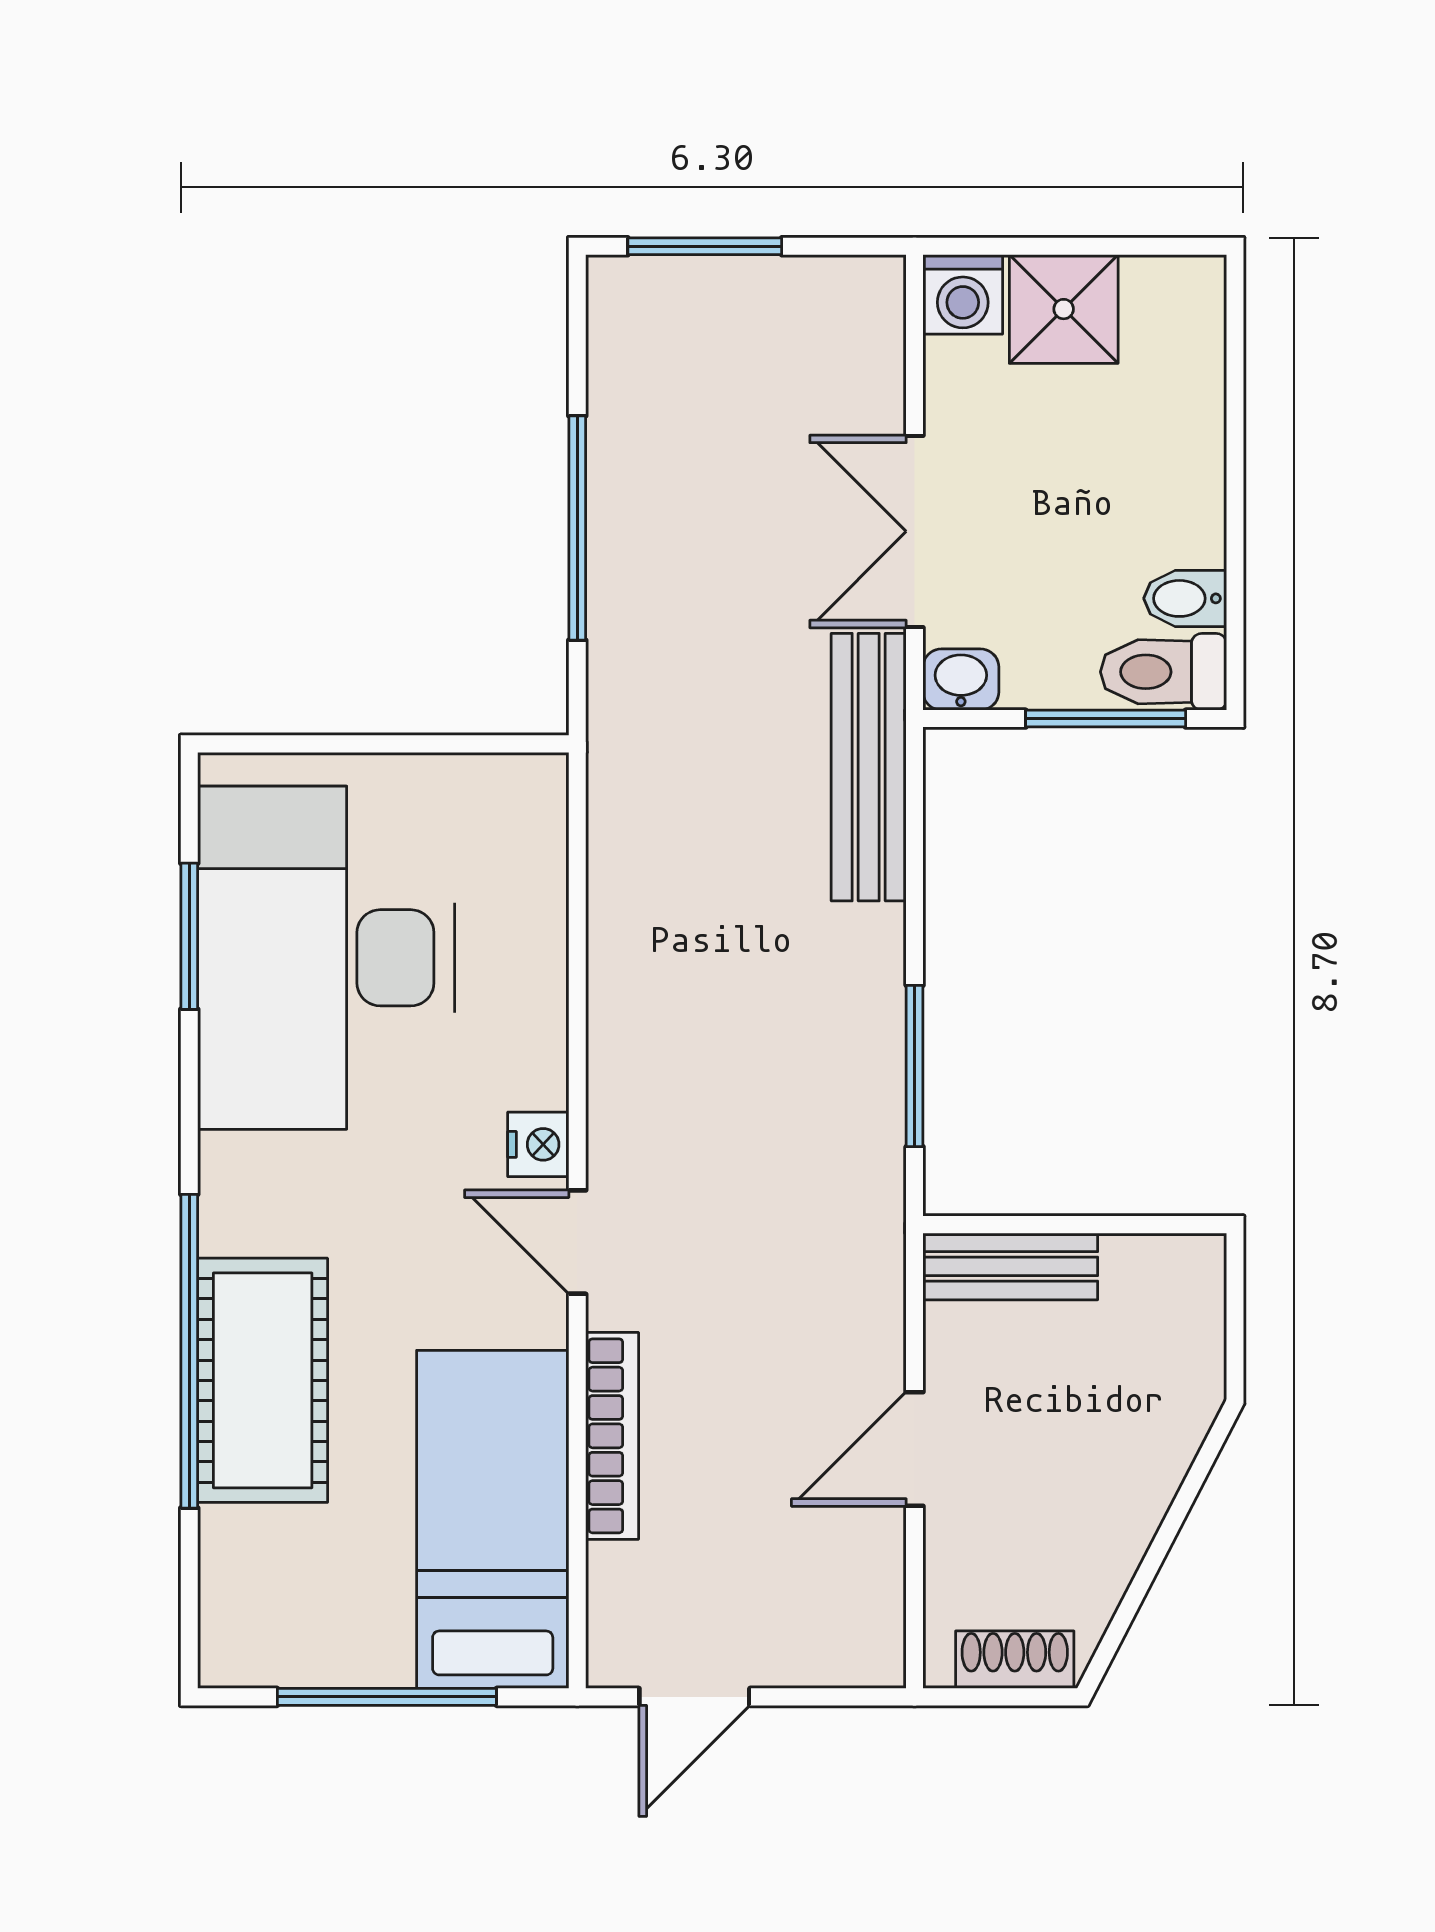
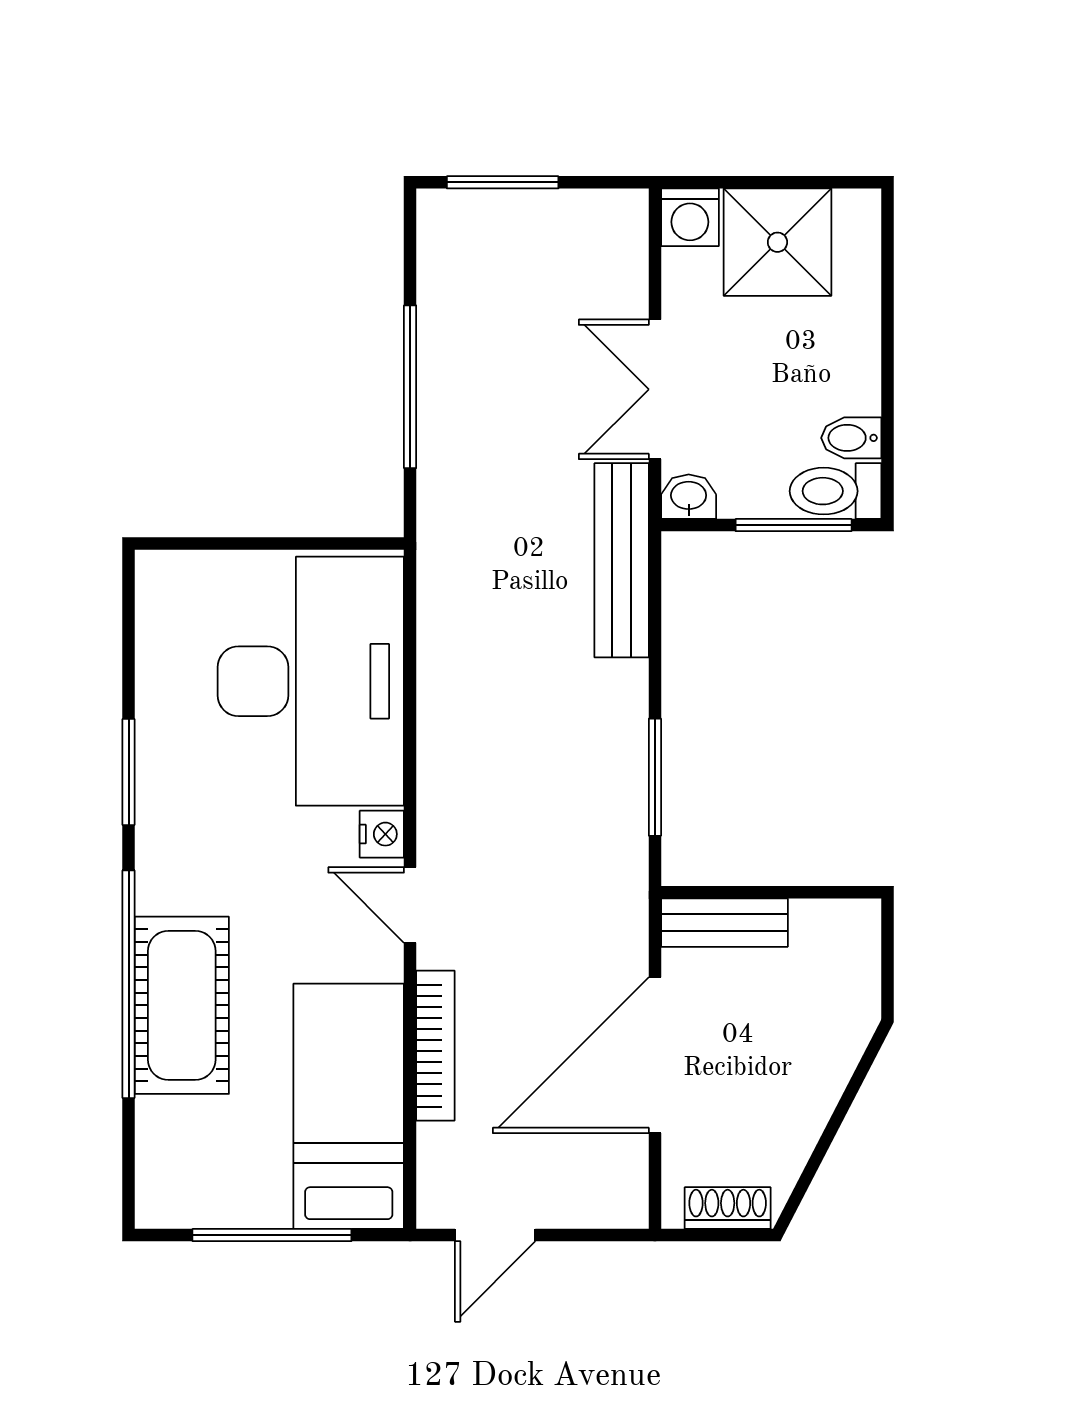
shower: (1064, 309) -> (777, 242), width x1.36, depth x1.36
window: (189, 936) -> (129, 772), moved
desk: (326, 958) -> (311, 681), moved, turned 180
door: (915, 1449) -> (655, 1055), width x1.88

